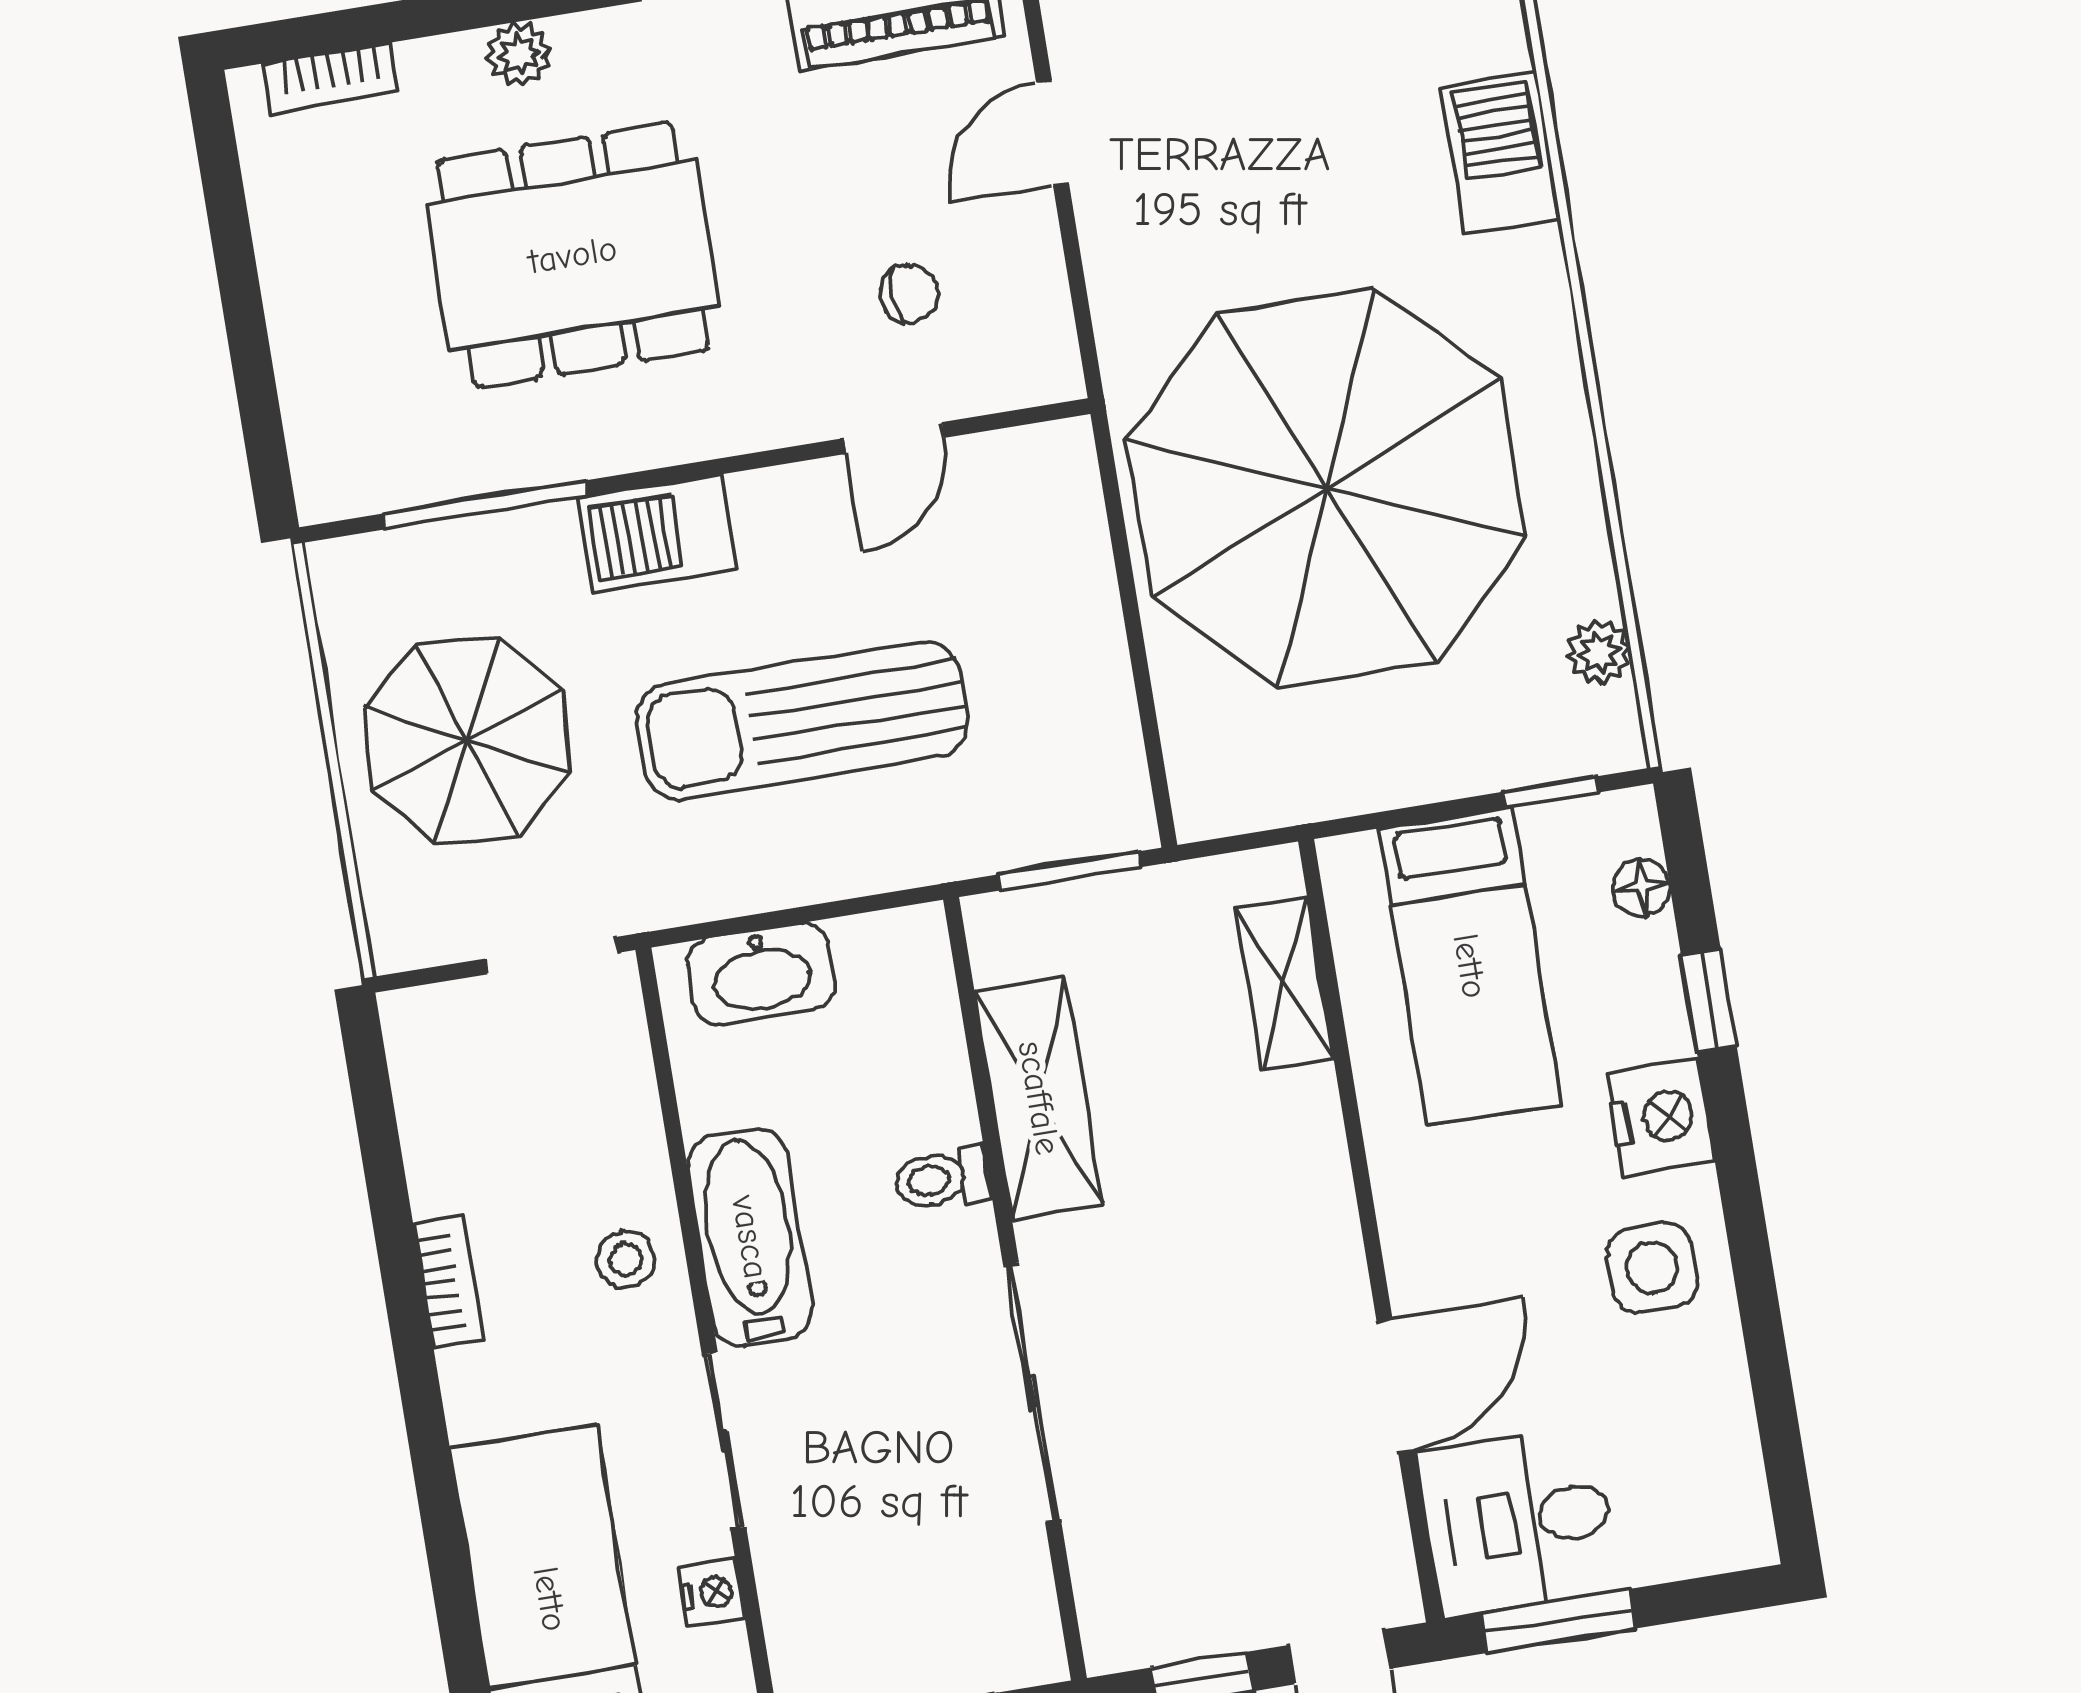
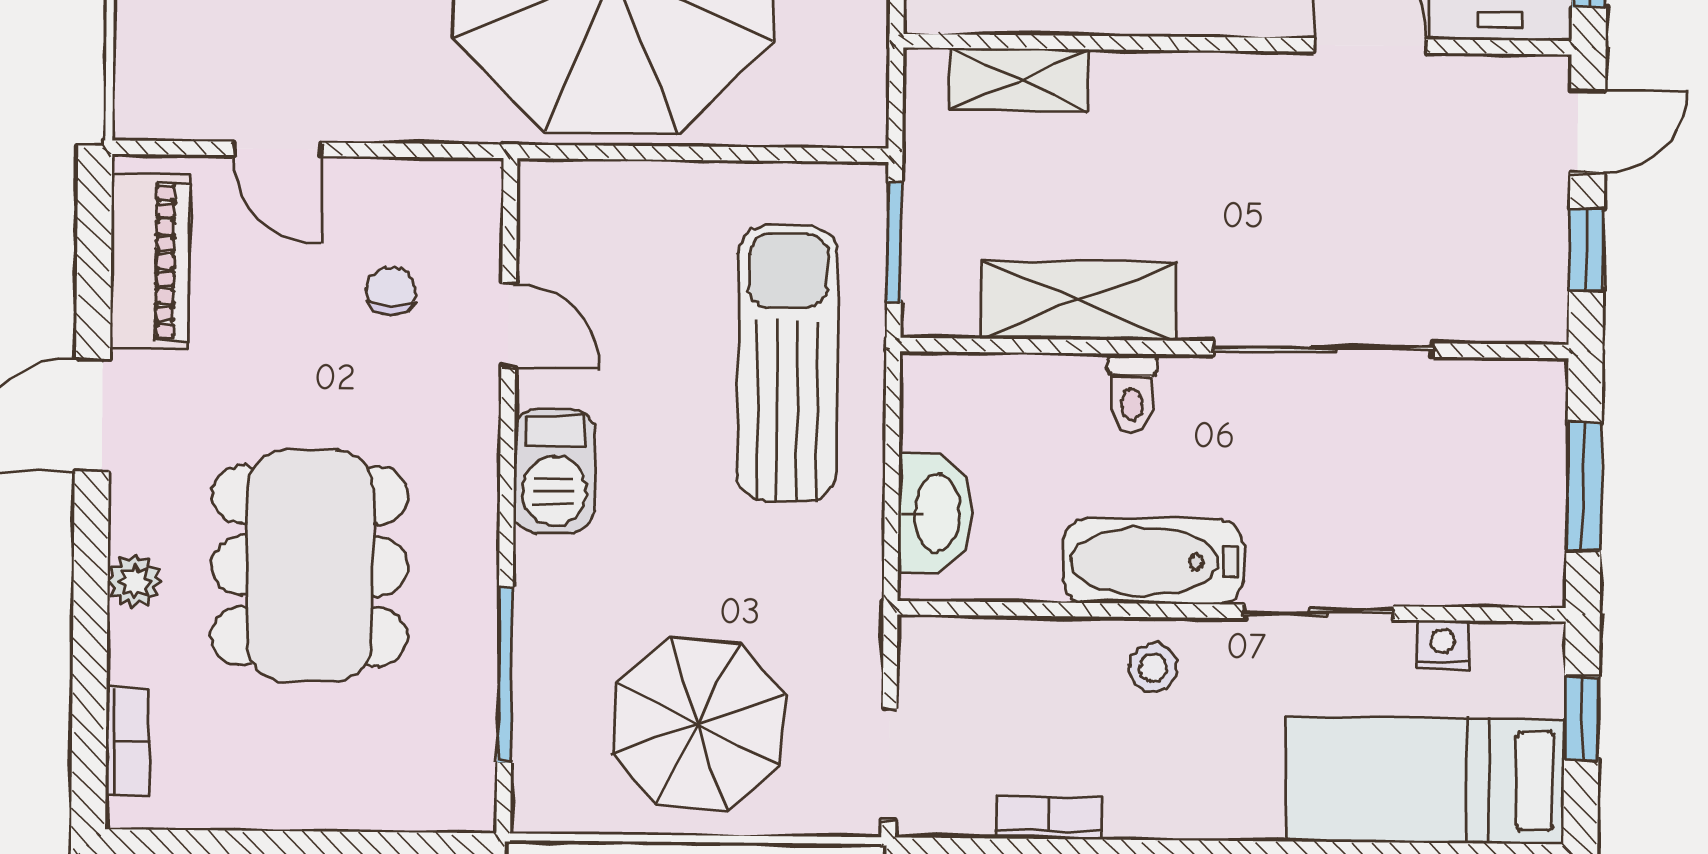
barbecue: (657, 533) -> (554, 471), moved
sun lounger: (802, 720) -> (787, 363), moved, turned 180
doorway: (551, 956) -> (889, 764), moved
bookcase: (448, 1281) -> (1050, 818), moved

